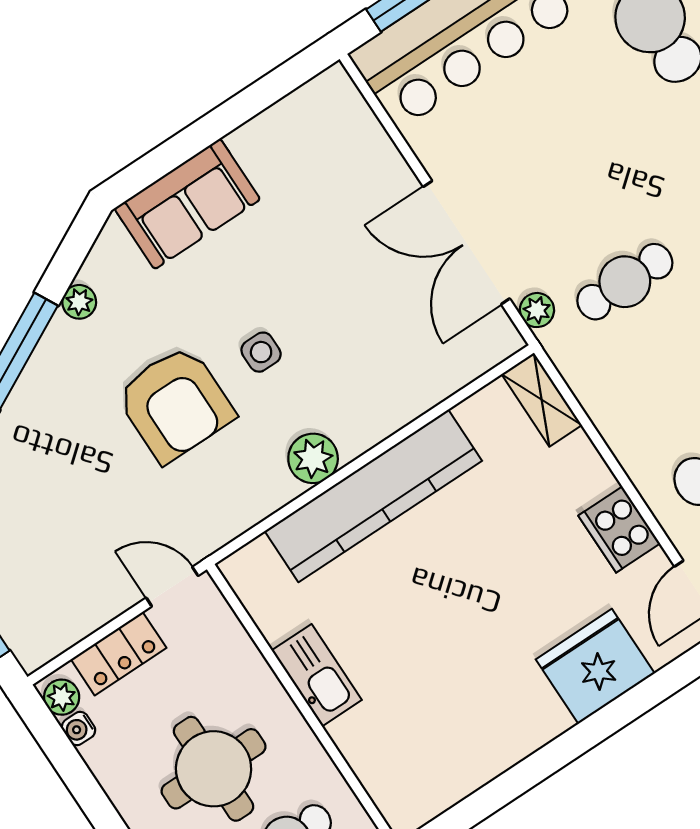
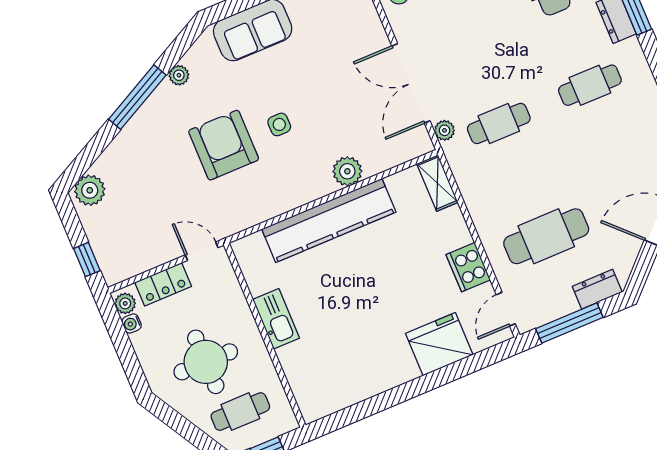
armchair: (175, 404) -> (224, 145), turned 180
plant: (313, 458) -> (347, 171), moved

